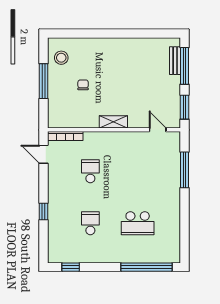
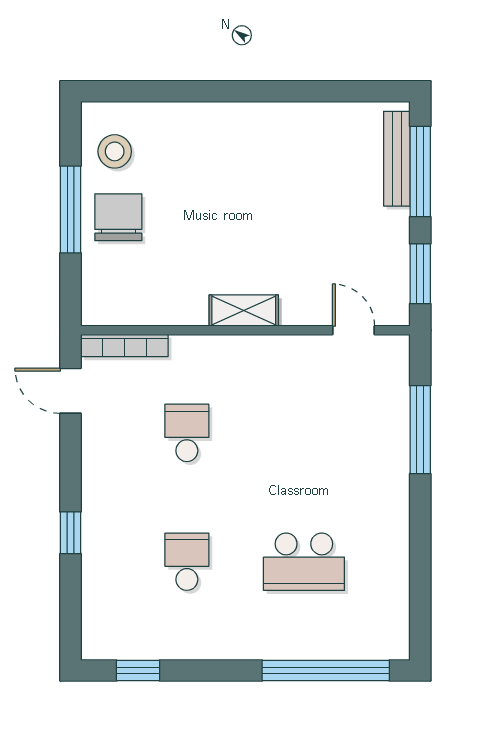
bench: (175, 61) -> (397, 159), width x1.36
chair: (83, 85) -> (118, 217), moved, width x1.87, depth x1.87

